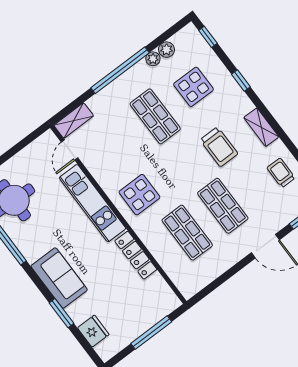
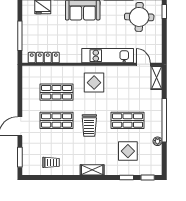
plant: (167, 50) -> (157, 152), removed
window: (241, 80) -> (127, 177), moved
shelving: (261, 127) -> (92, 170), moved
trolley: (219, 147) -> (89, 125), moved, turned -90
locker: (136, 255) -> (44, 58), moved

